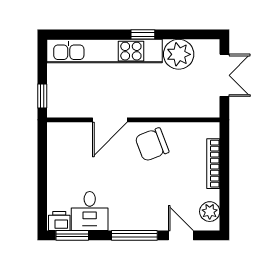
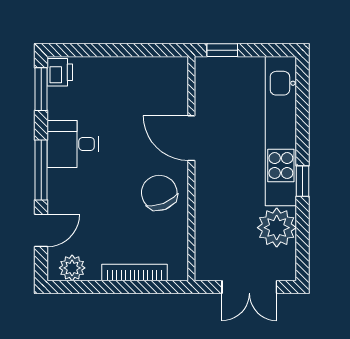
desk: (90, 211) -> (73, 144), moved

